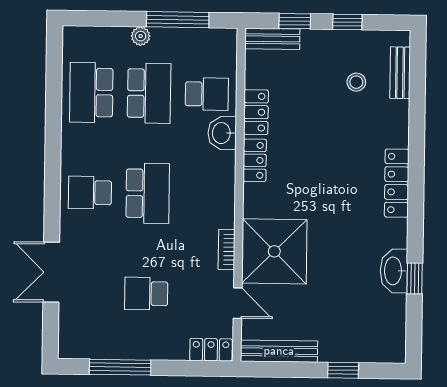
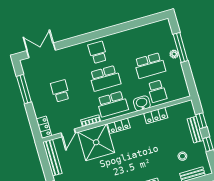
window: (178, 20) -> (180, 47), moved
bench: (272, 39) -> (195, 130), moved
school desk: (91, 92) -> (112, 104), moved, turned 180
locker: (255, 160) -> (119, 126), moved
double door: (51, 272) -> (41, 50), moved

